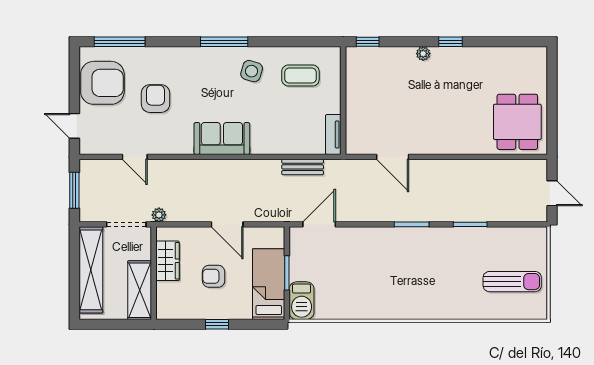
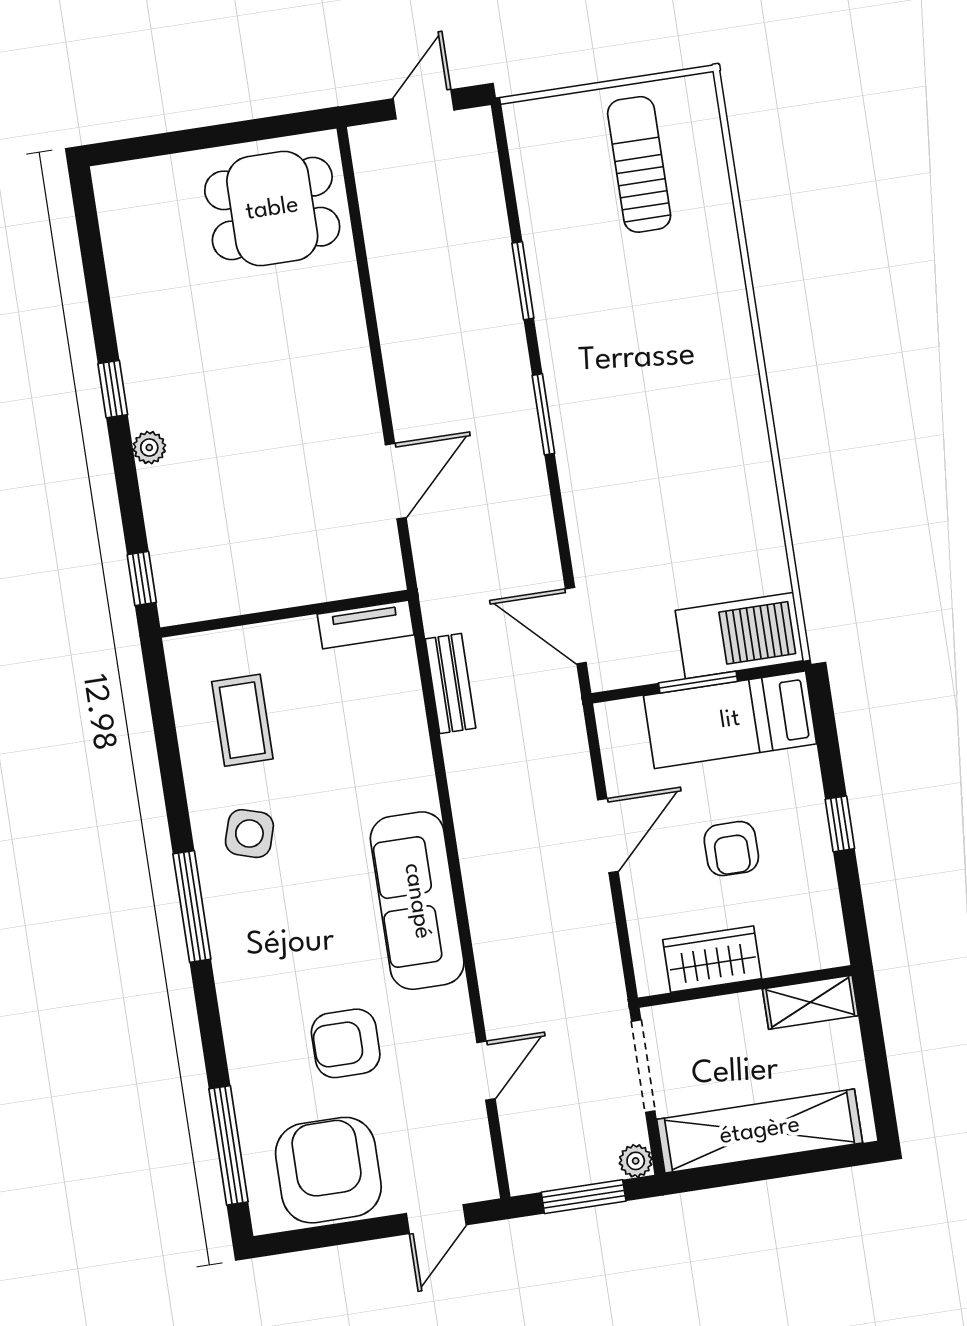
sofa: (222, 138) -> (417, 901), width x1.36
plant: (159, 215) -> (636, 1161), moved
shelving: (140, 290) -> (810, 1002), width x0.67, depth x0.75
barbecue: (302, 301) -> (739, 636), width x1.37, depth x1.21

